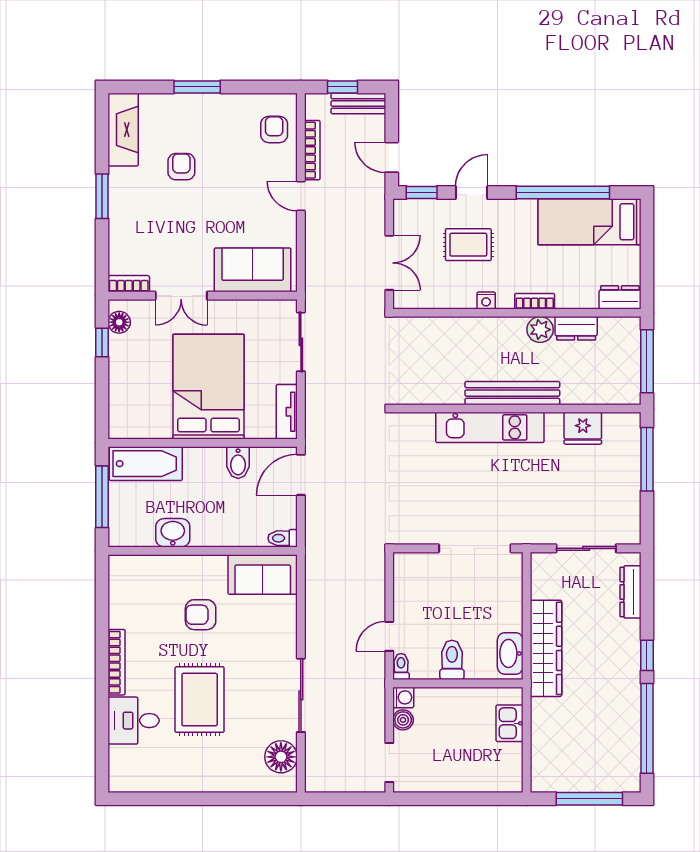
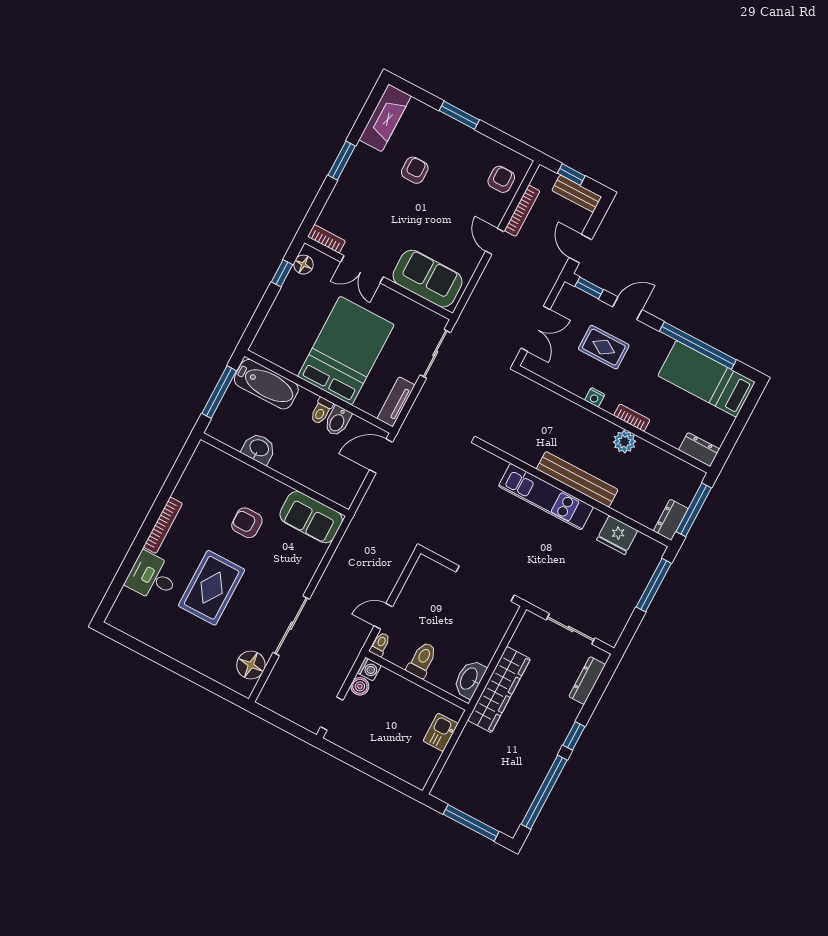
dresser: (576, 328) -> (671, 520), moved, turned 90
toilet: (283, 538) -> (321, 411), moved, turned -90

